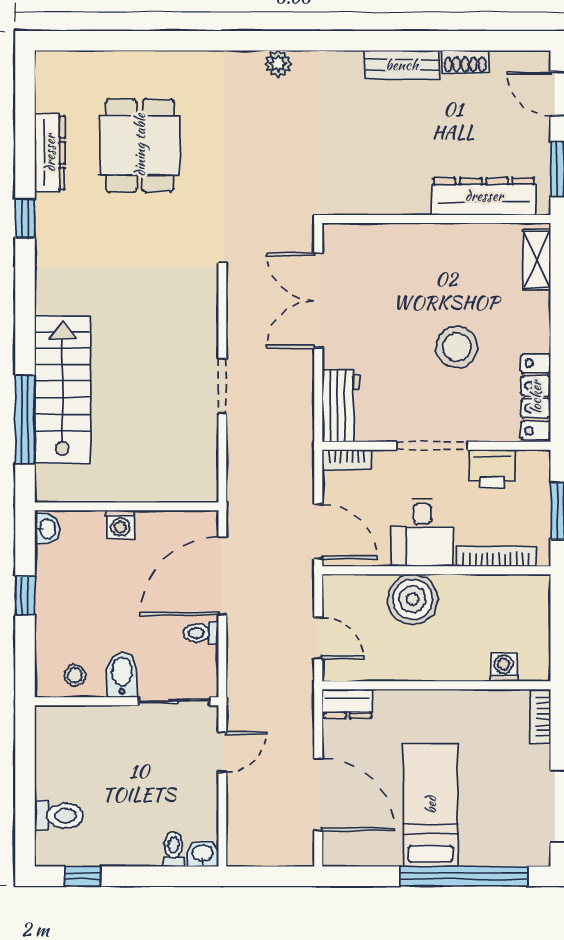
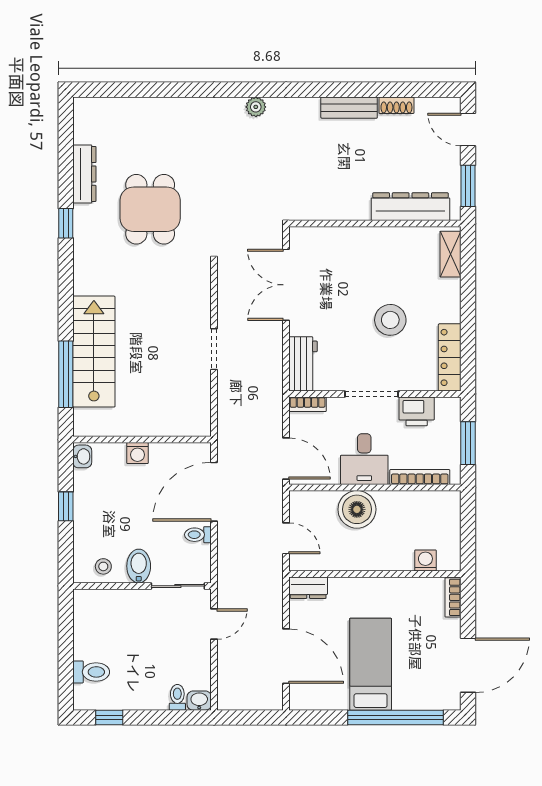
dining table: (140, 145) -> (150, 209), moved

